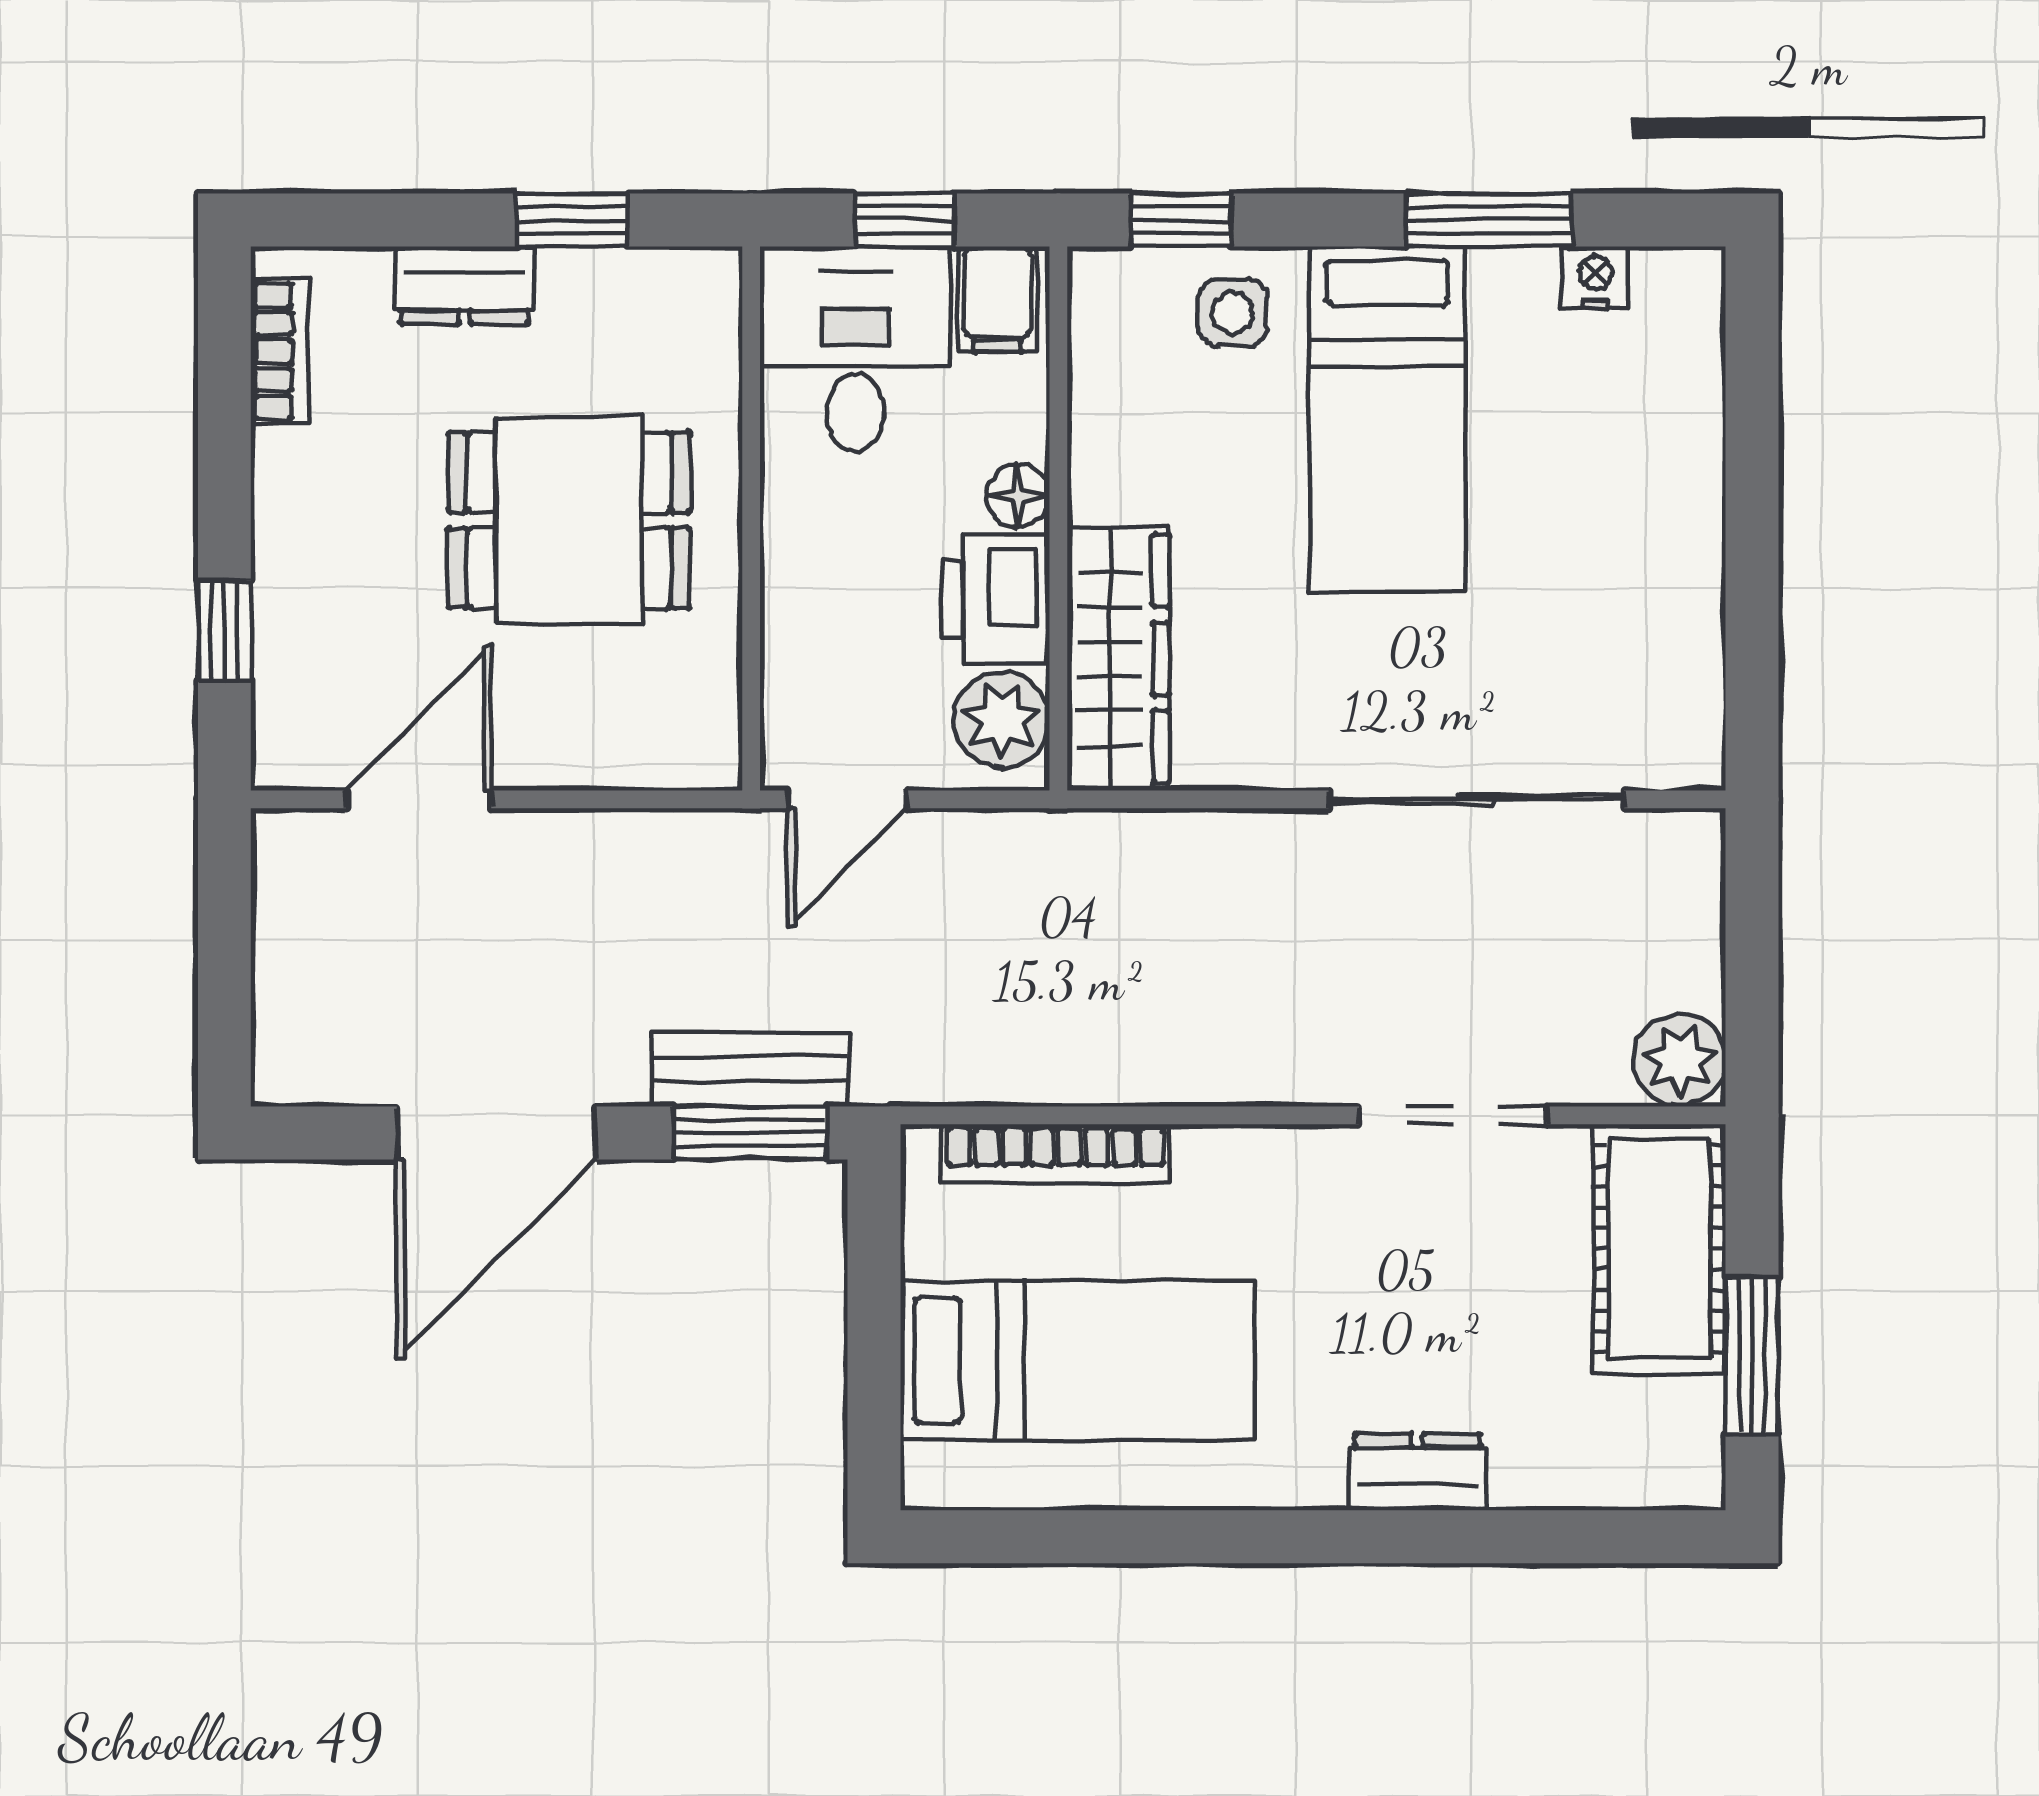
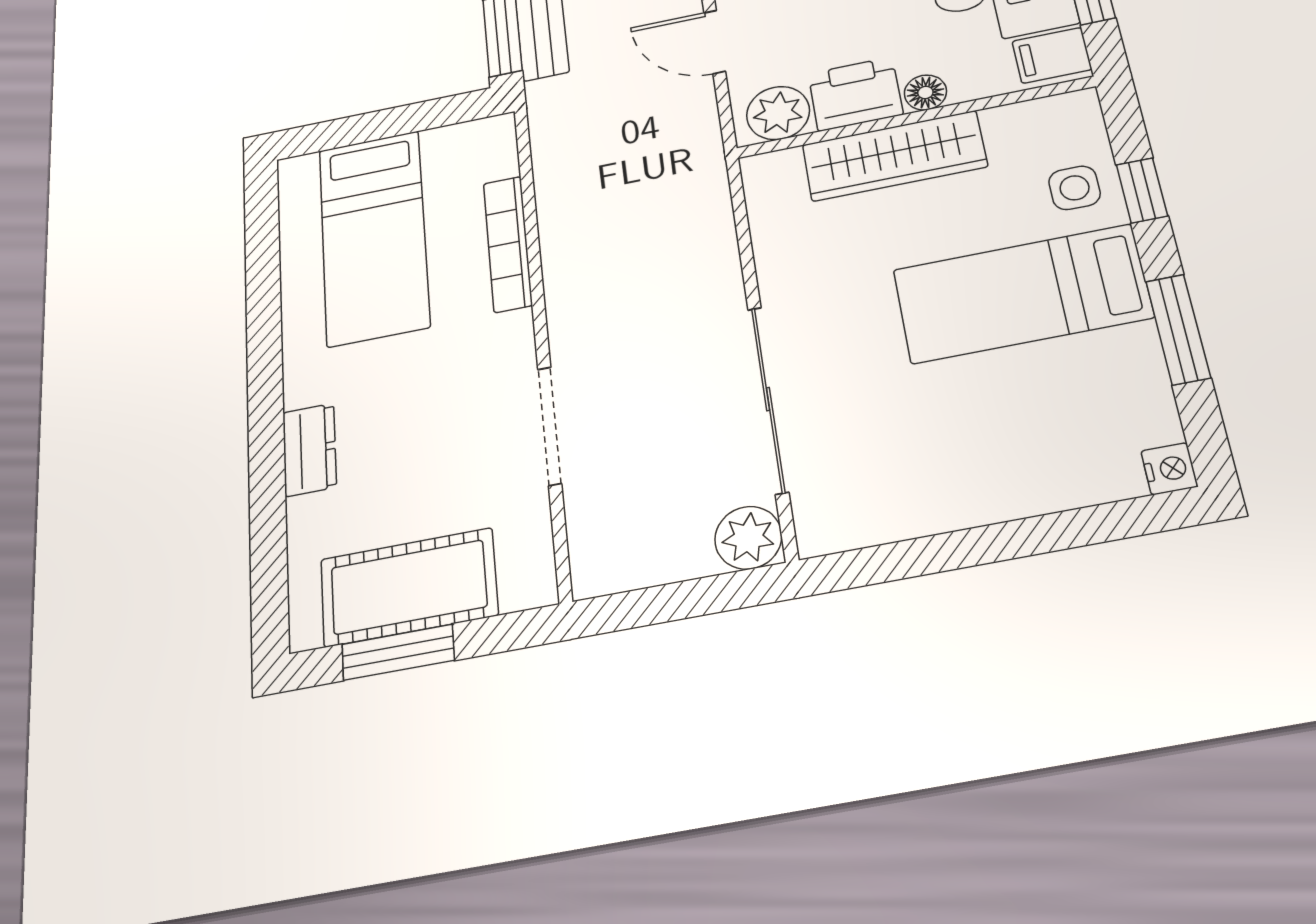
window: (1181, 220) -> (1142, 190), moved
nightstand: (1595, 278) -> (1169, 469), moved
wardrobe: (1118, 659) -> (894, 156), moved
plant: (1679, 1060) -> (748, 538), moved
bookcase: (1056, 1154) -> (508, 244), moved
cot: (1659, 1249) -> (409, 587), moved

